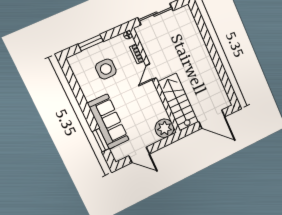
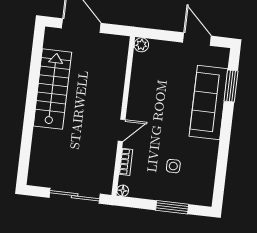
side table: (106, 69) -> (173, 166), width x0.54, depth x0.54
stairs: (178, 102) -> (52, 89), moved, turned 180
plant: (165, 128) -> (141, 45), width x0.53, depth x0.53

